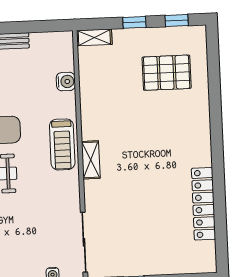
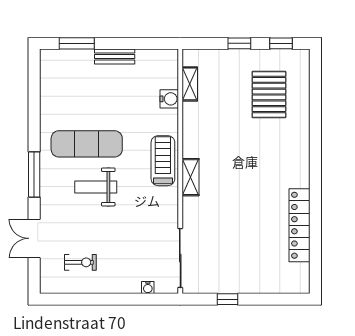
shelving: (94, 37) -> (190, 84), moved, turned 90
pallet: (167, 73) -> (269, 94), turned 90
treadmill: (62, 144) -> (163, 161), turned 180

